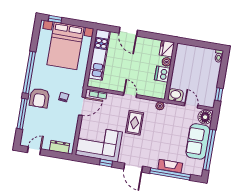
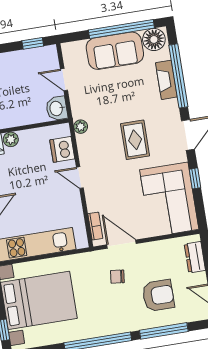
dishwasher: (162, 74) -> (62, 149), moved, turned 90
door: (130, 95) -> (80, 178), hinge flipped
armchair: (39, 98) -> (158, 295), moved
door: (191, 105) -> (64, 80), hinge flipped
floor lamp: (205, 117) -> (154, 39), moved
rug: (135, 123) -> (135, 140), moved, turned 90

